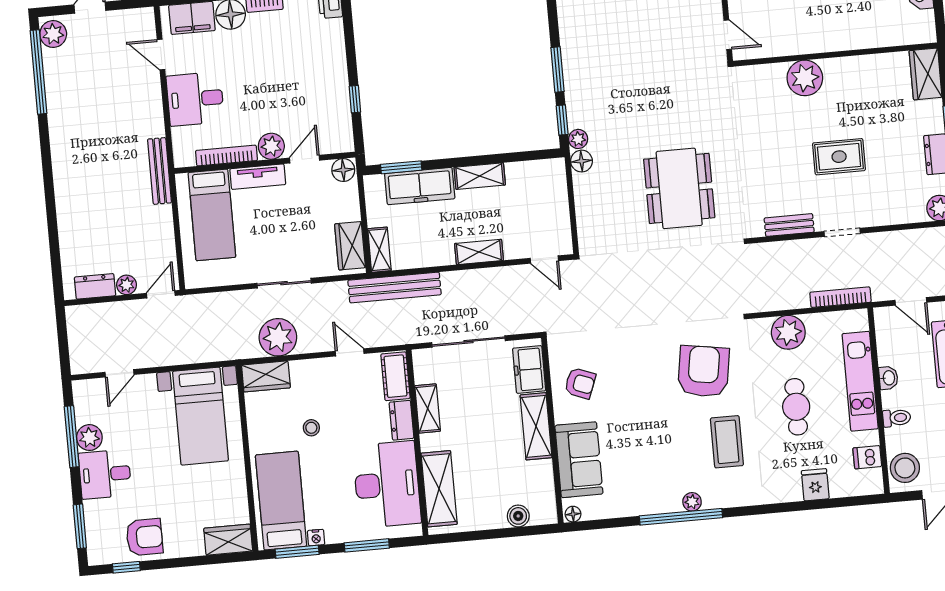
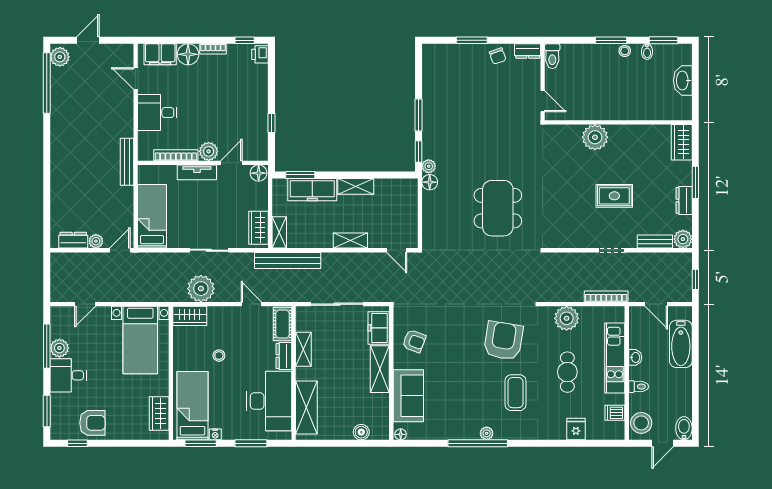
bed: (212, 215) -> (152, 216), moved, turned 180
bench: (789, 225) -> (655, 242), moved
wardrobe: (228, 540) -> (159, 414), moved, turned -90

